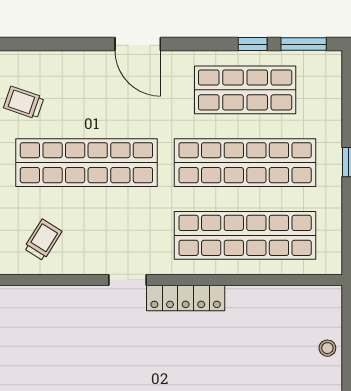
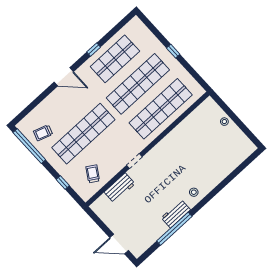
window: (253, 44) -> (94, 50), moved
window: (304, 44) -> (121, 25), removed
locker: (186, 298) -> (160, 149), removed
workbench: (65, 301) -> (120, 188), added

